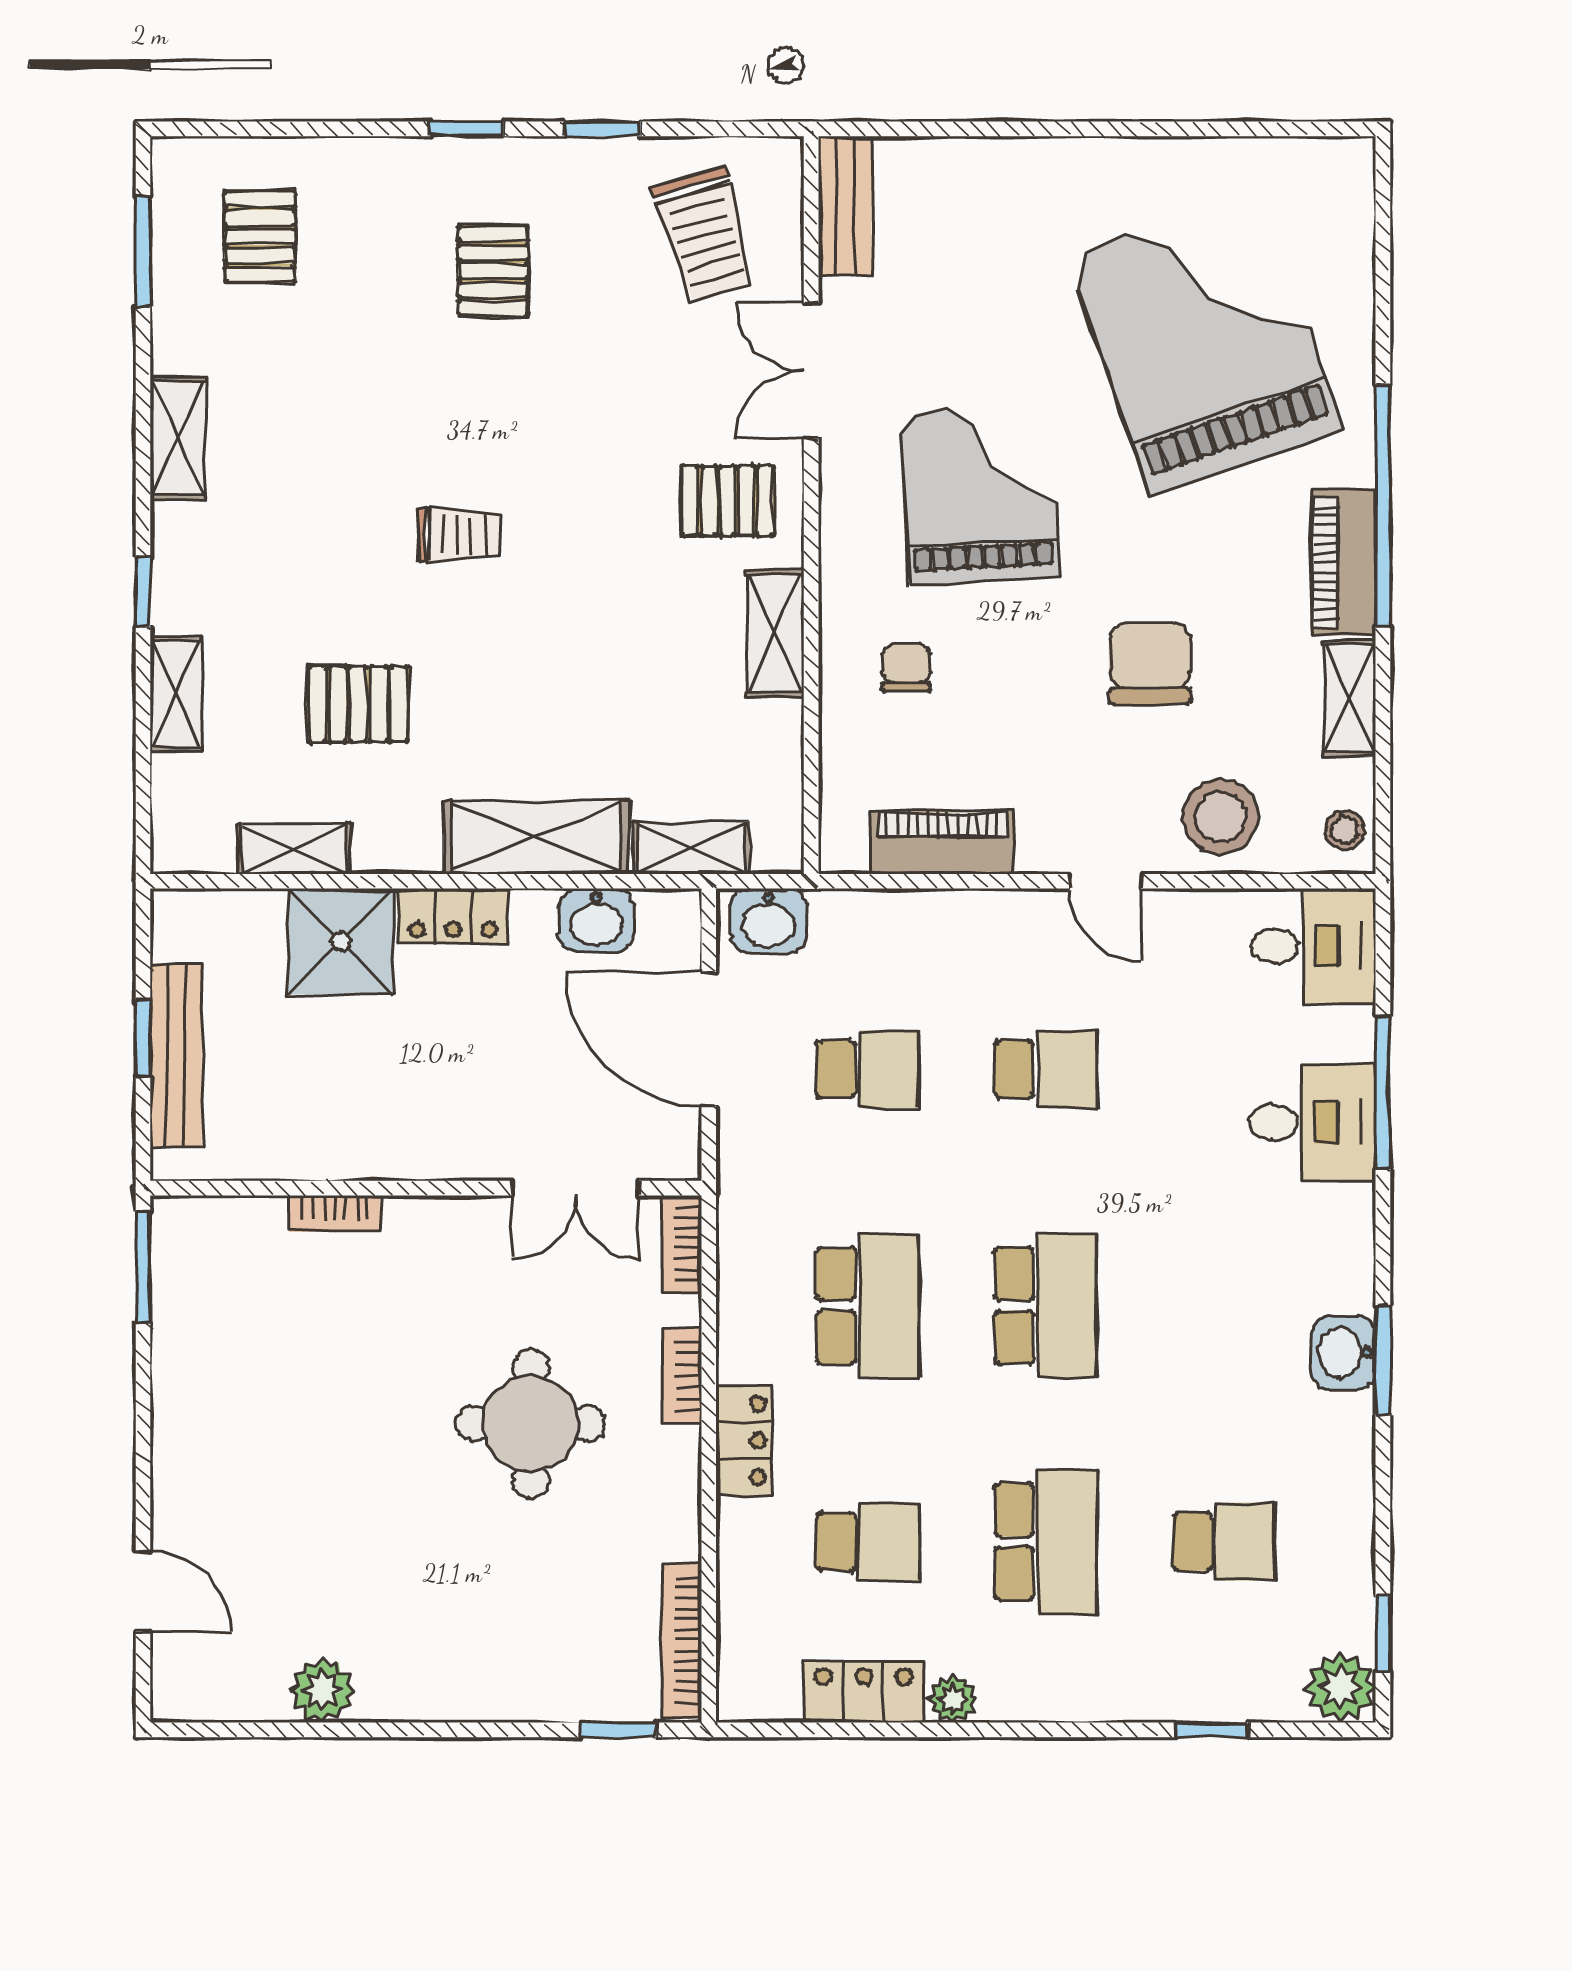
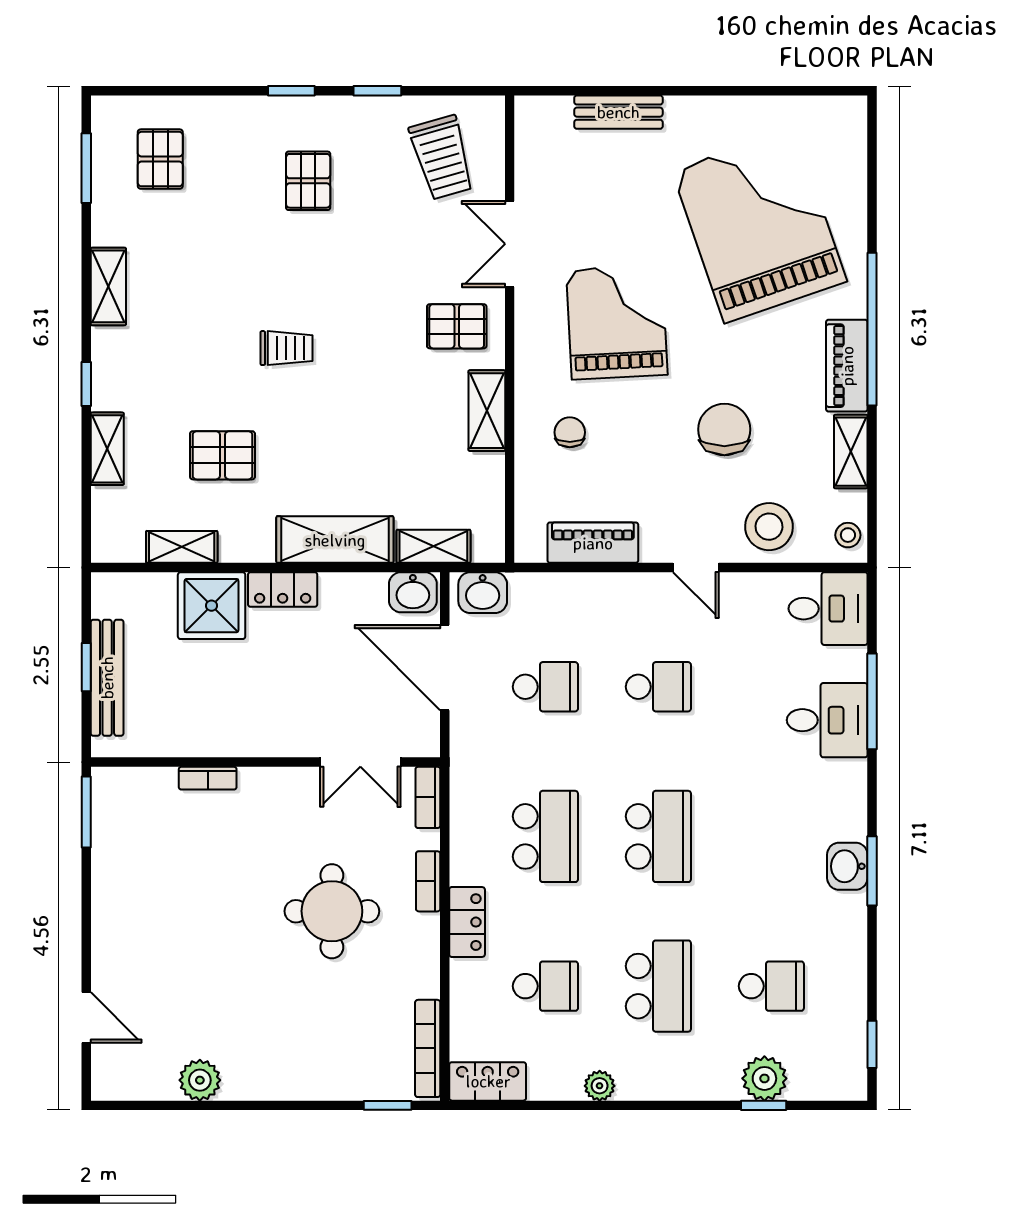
bench: (845, 206) -> (618, 112), moved, turned 90
washbasin: (596, 920) -> (413, 592), moved
plant: (1340, 1687) -> (764, 1078), moved
locker: (864, 1692) -> (488, 1081), moved

